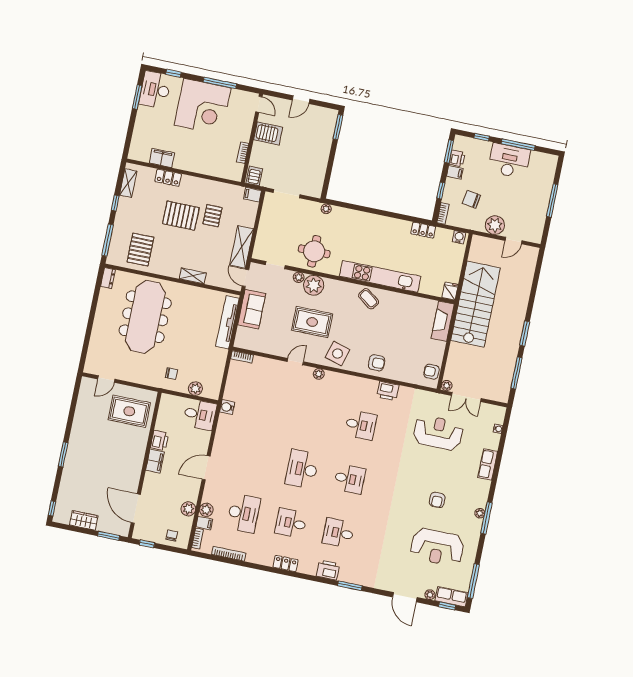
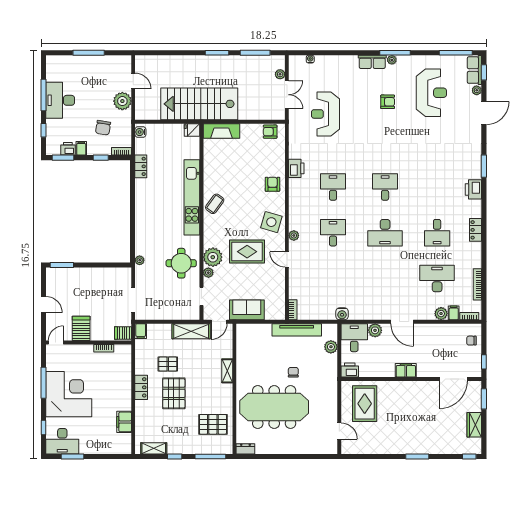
locker: (168, 178) -> (141, 387), moved
tv unit: (227, 322) -> (297, 330), moved
rug: (312, 322) -> (247, 252), turned 90
armchair: (432, 372) -> (270, 132), turned 90
chair: (172, 374) -> (293, 372), moved
plant: (447, 386) -> (280, 74), moved
printer: (159, 440) -> (350, 370), moved
row of seats: (488, 464) -> (372, 62), moved
plant: (188, 509) -> (375, 330), moved
desk: (338, 533) -> (333, 233), moved, turned 180

